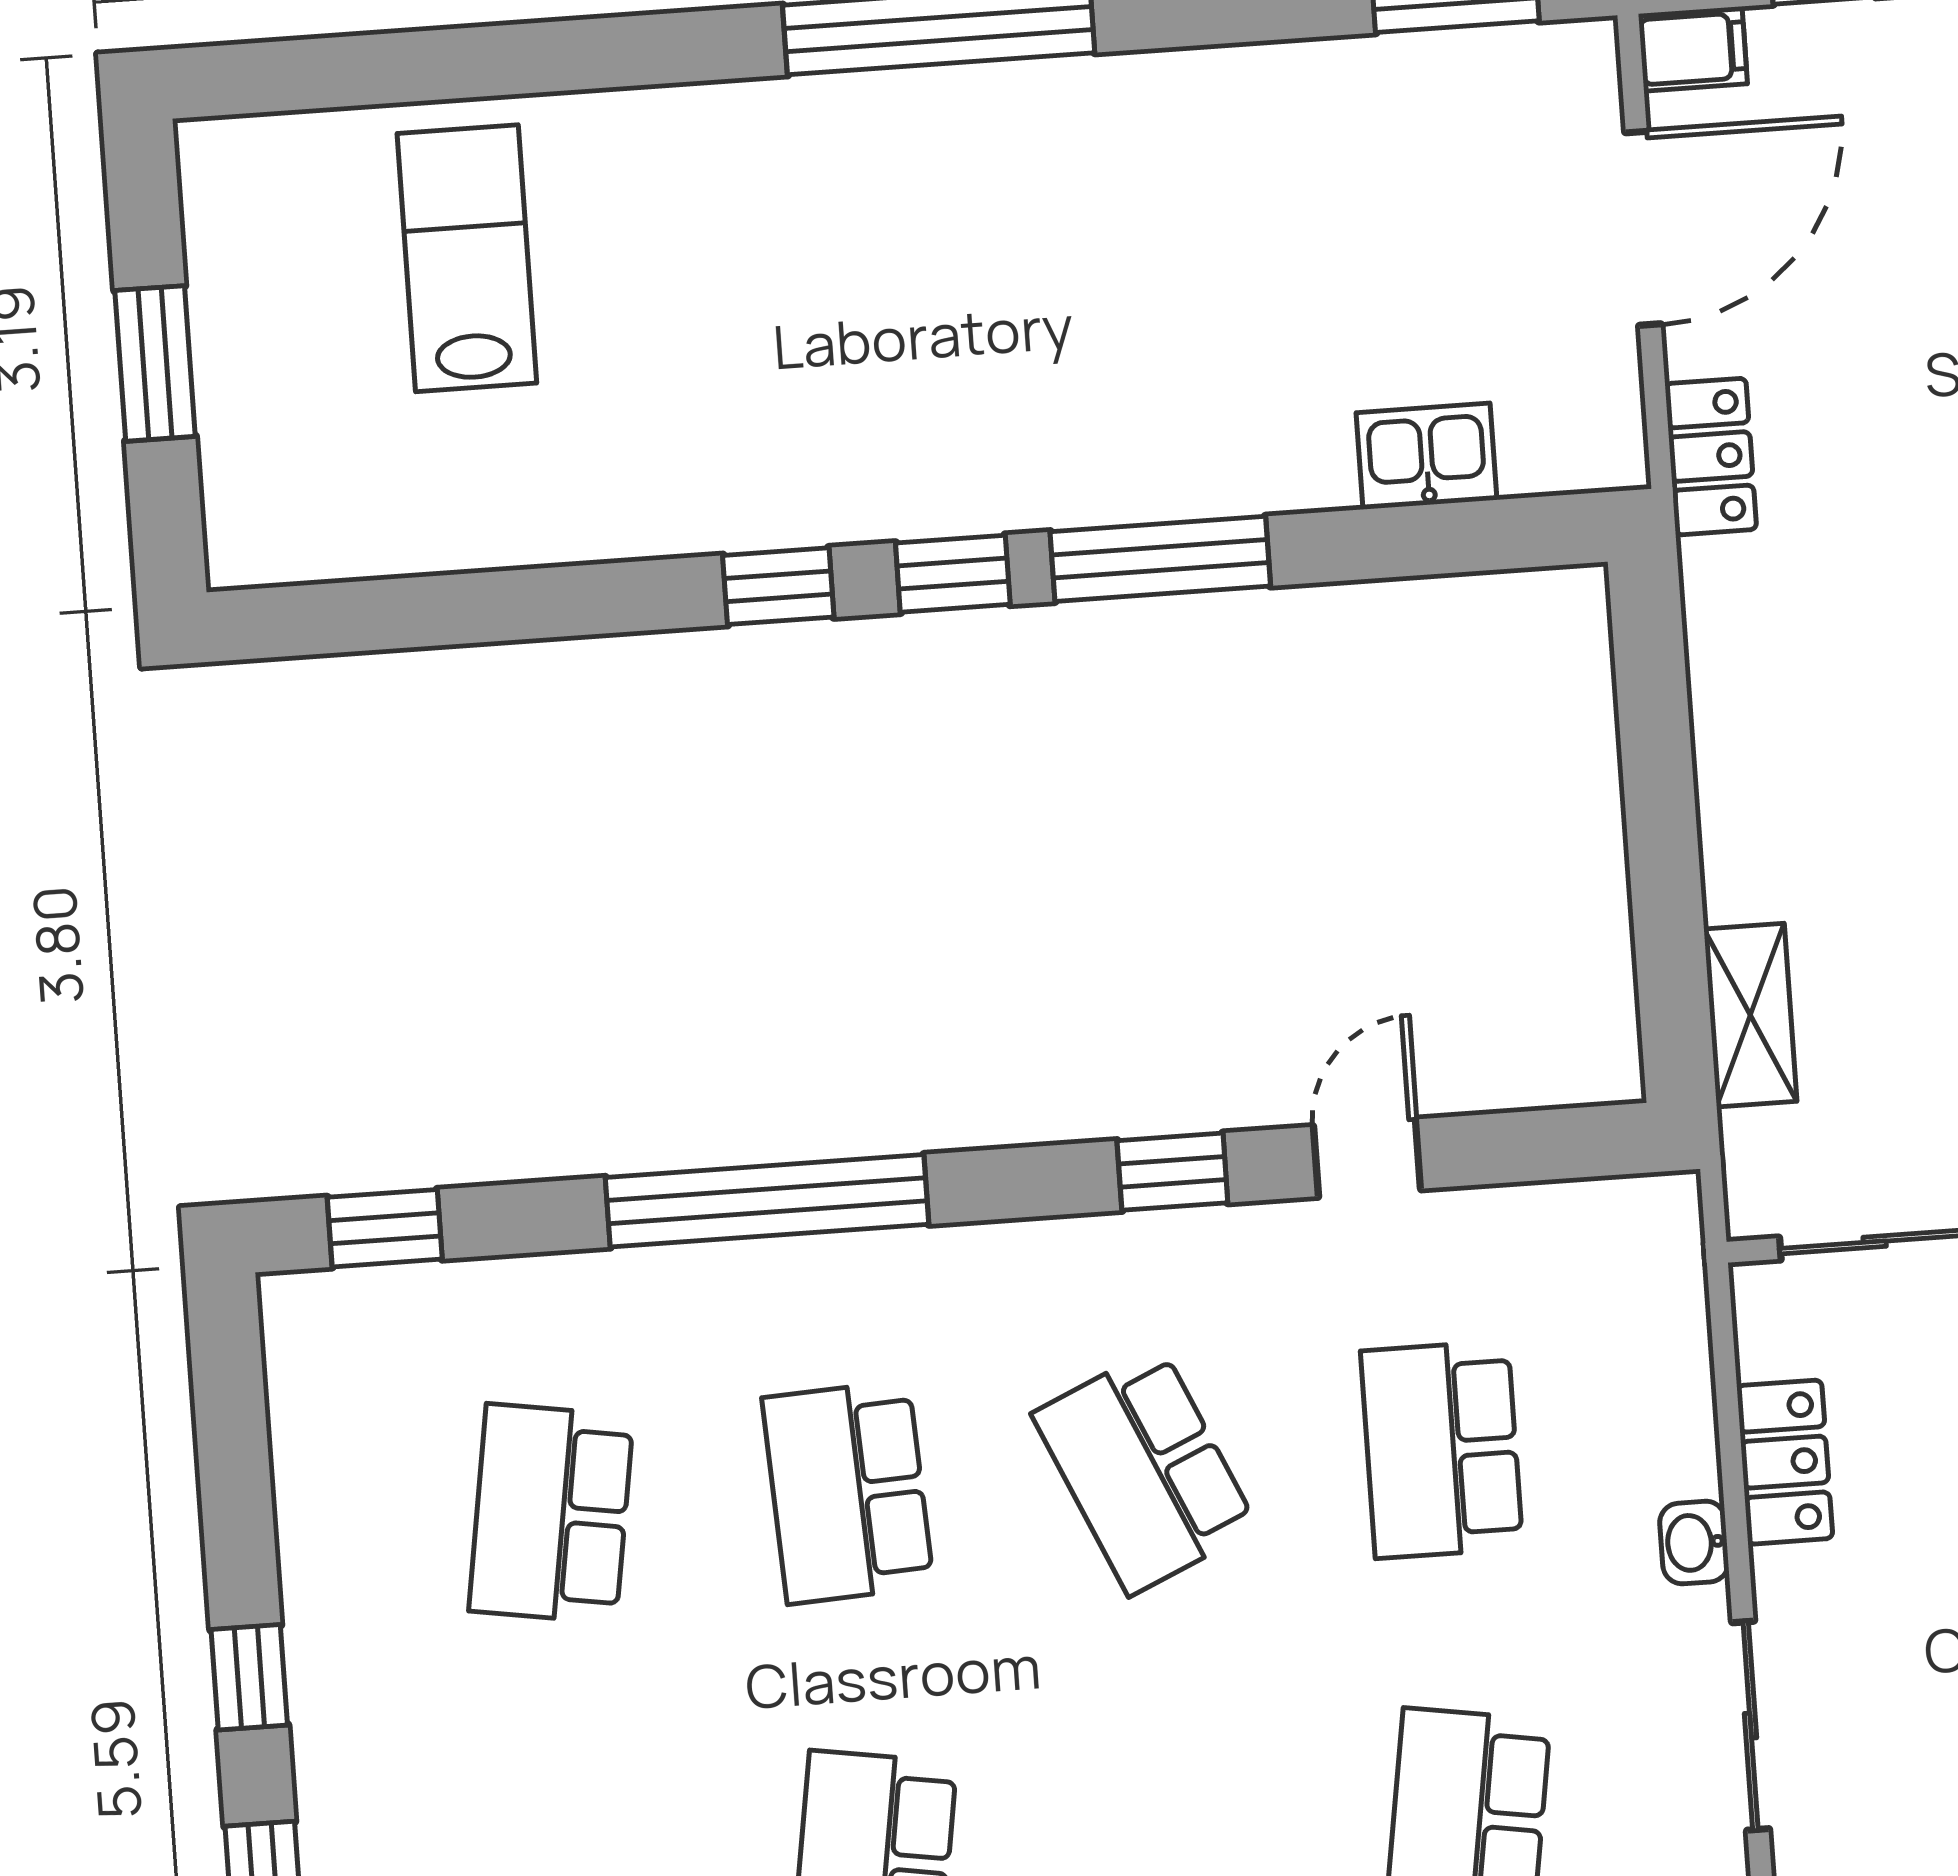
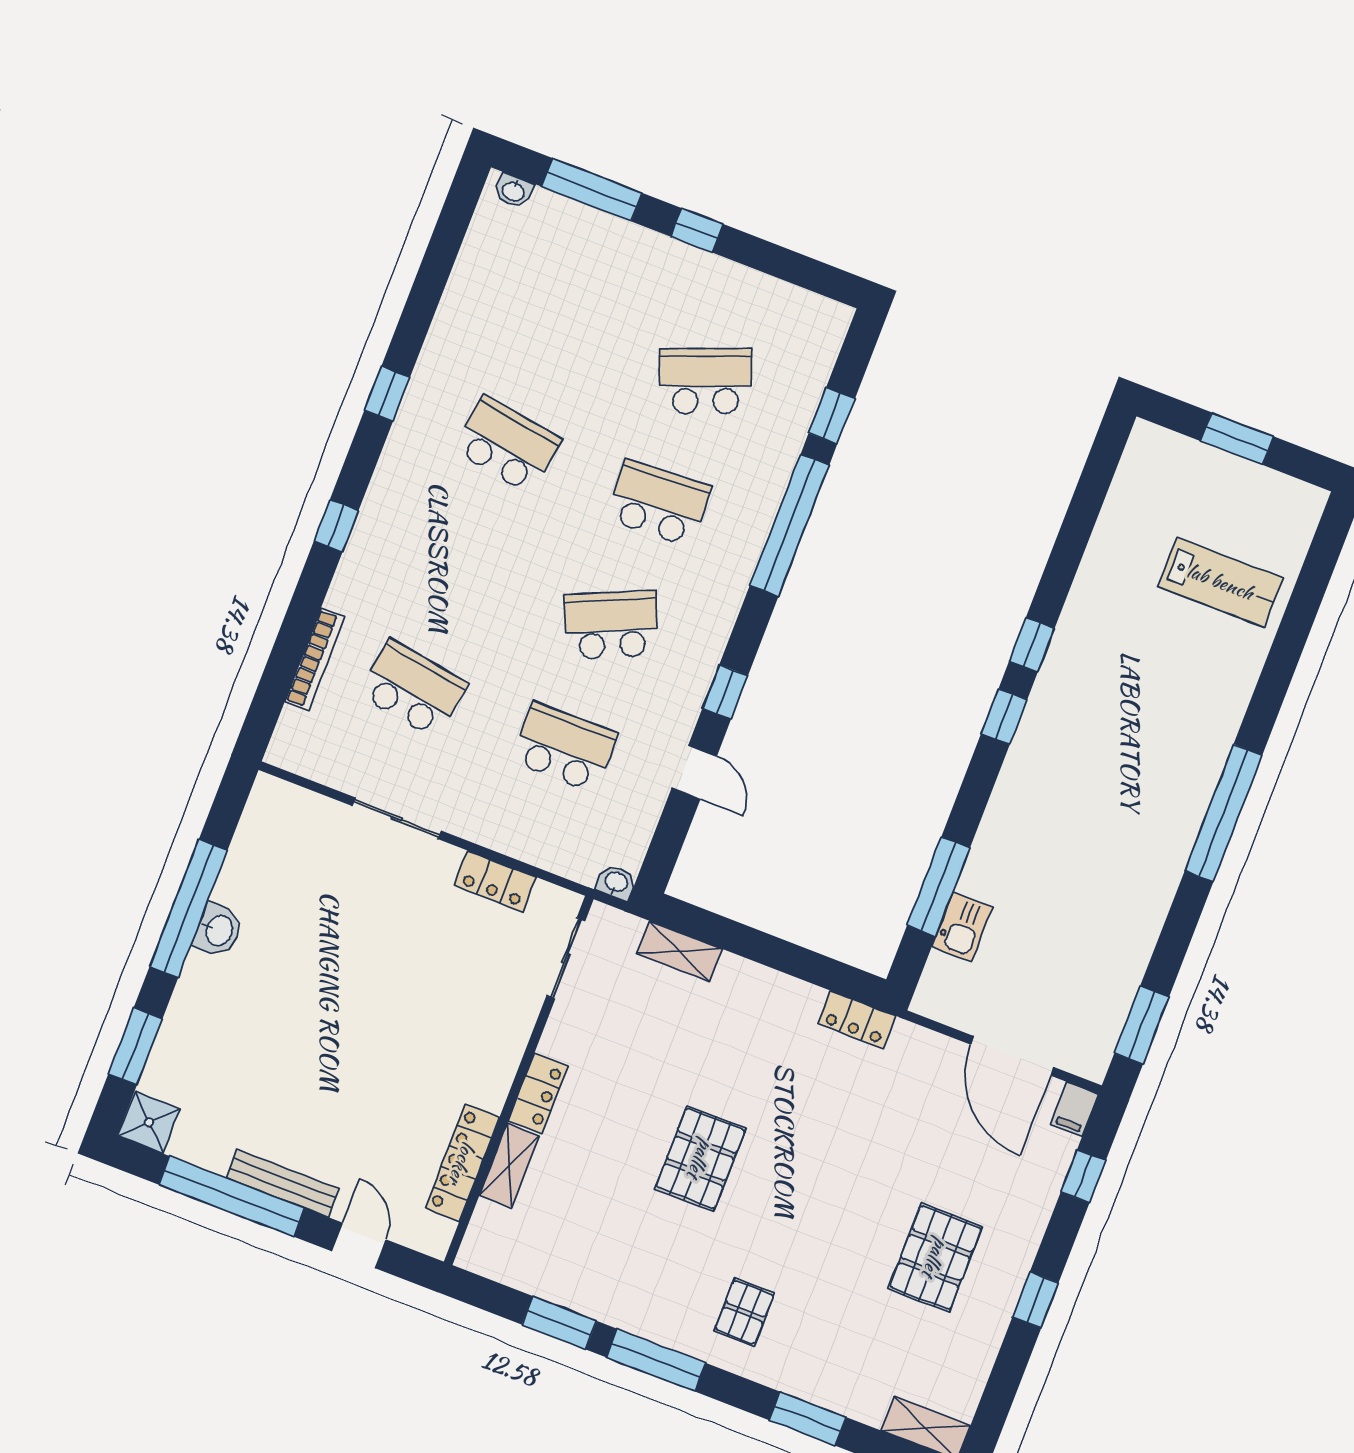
locker: (1711, 457) -> (857, 1020), moved
window: (1160, 559) -> (939, 887), moved
window: (385, 1228) -> (832, 416), moved
school desk: (551, 1513) -> (706, 381), turned -30
washbasin: (1694, 1543) -> (616, 883), moved

